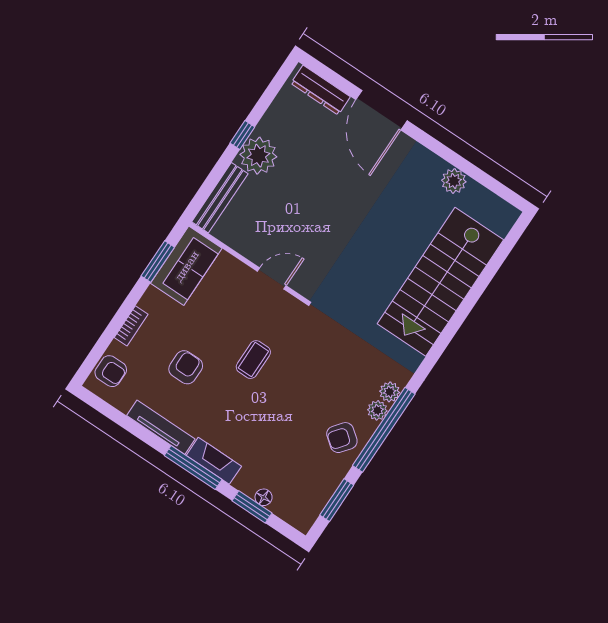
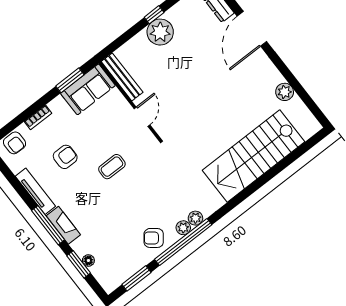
bench: (220, 198) -> (122, 77), moved, turned 90
door: (272, 278) -> (142, 117), hinge flipped

